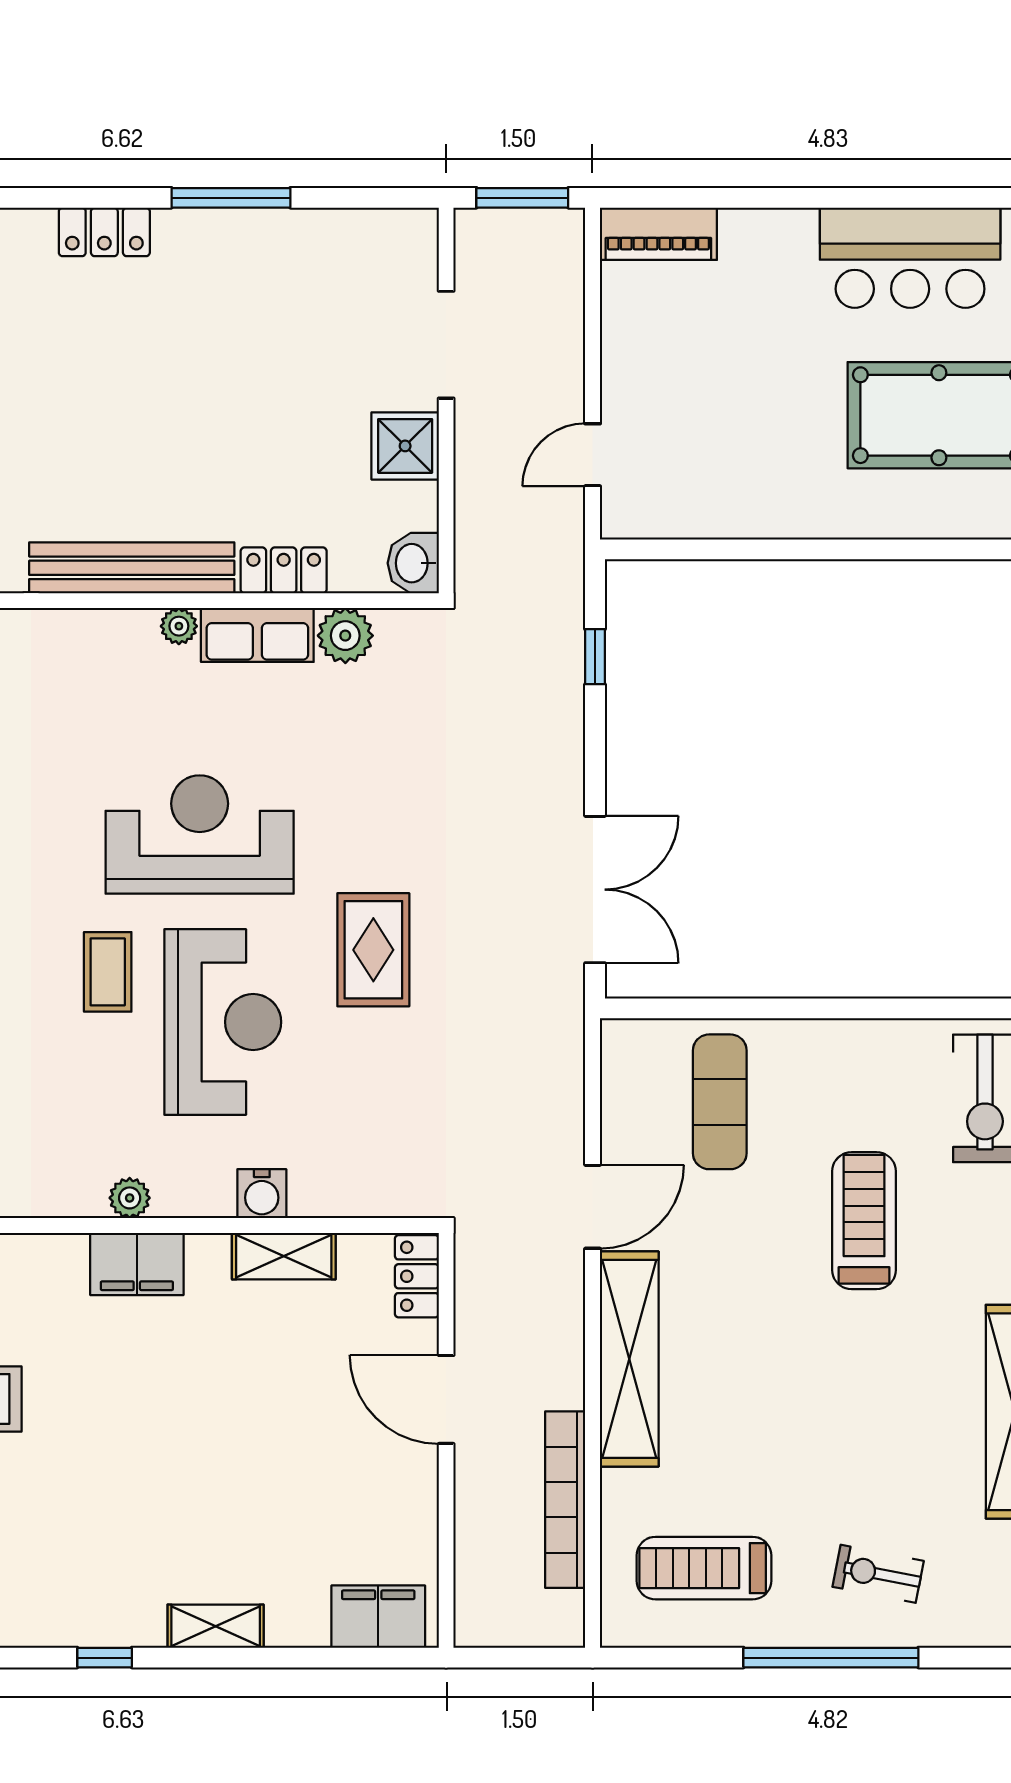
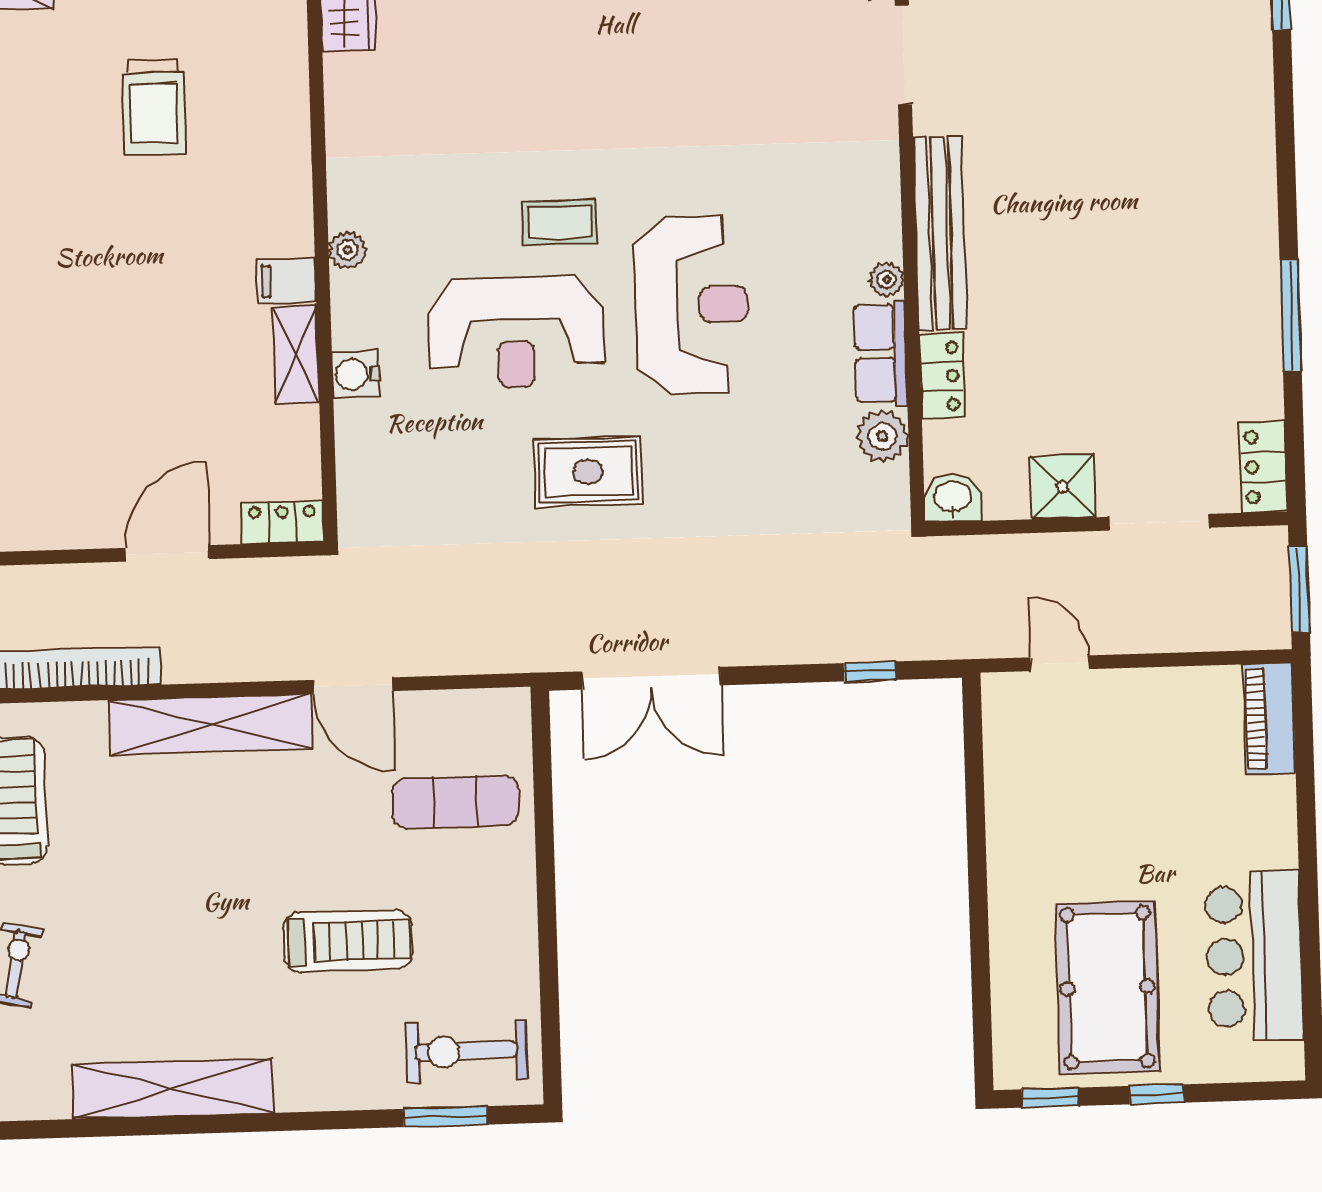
locker: (104, 232) -> (1263, 467), moved
shelving: (284, 1256) -> (296, 355), moved
filing cabinet: (137, 1264) -> (286, 281), width x0.50

